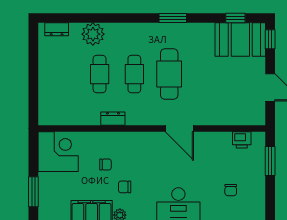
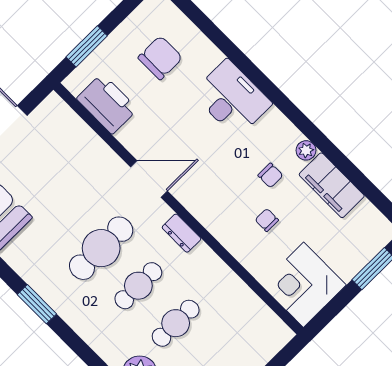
dresser: (113, 119) -> (181, 233), moved
door: (179, 128) -> (149, 179), hinge flipped
printer: (242, 140) -> (107, 104), width x1.87, depth x1.48
chair: (231, 190) -> (160, 58), width x1.87, depth x1.87

